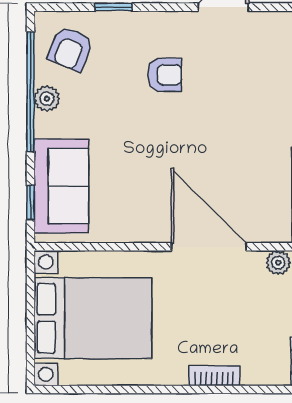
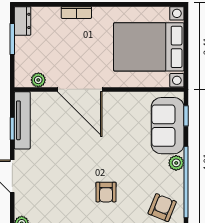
armchair: (165, 75) -> (106, 192), turned -90
plant: (47, 99) -> (176, 163), moved

